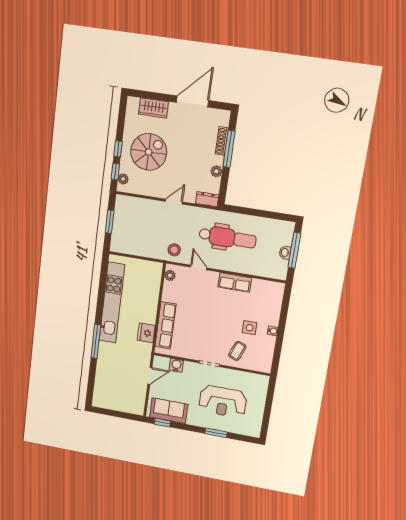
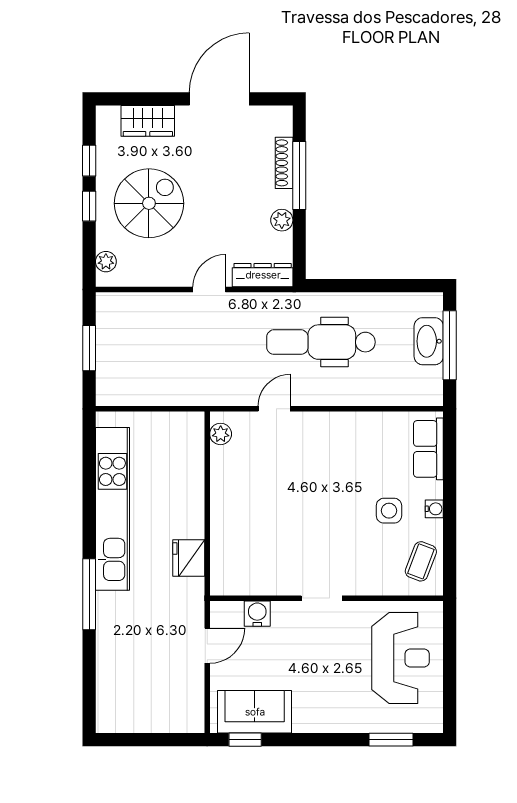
window: (115, 172) -> (89, 161), moved
dresser: (207, 199) -> (263, 275), width x1.44
dental chair: (228, 238) -> (321, 342), turned 180
stool: (174, 250) -> (222, 382), removed
washbasin: (285, 253) -> (429, 341), width x1.91, depth x1.45
door: (199, 267) -> (274, 409), hinge flipped
row of seats: (235, 282) -> (428, 449), moved, turned 90
row of seats: (165, 325) -> (225, 536), removed
coffee table: (237, 351) -> (421, 561), moved
reception desk: (223, 402) -> (401, 658), moved, turned -90
window: (216, 433) -> (391, 740), moved

